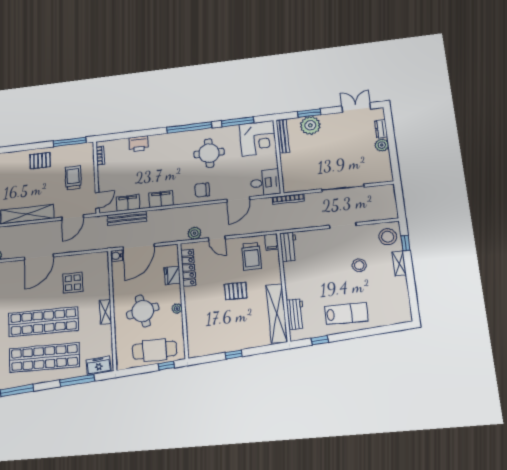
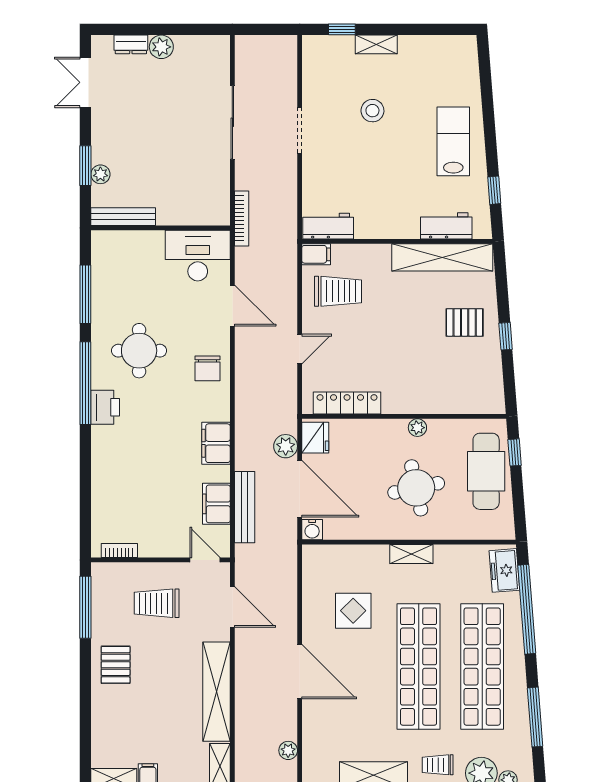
plant: (310, 125) -> (100, 174), width x0.53, depth x0.53
corner desk: (258, 138) -> (122, 261), removed
printer: (139, 144) -> (105, 407), moved
desk: (265, 183) -> (198, 256), width x1.37
plant: (194, 233) -> (286, 446), moved
stool: (388, 237) -> (328, 57), removed
fridge: (172, 275) -> (315, 438), moved, turned -90
pallet: (236, 291) -> (465, 322), moved, turned 90
window: (77, 380) -> (527, 609), width x1.46

